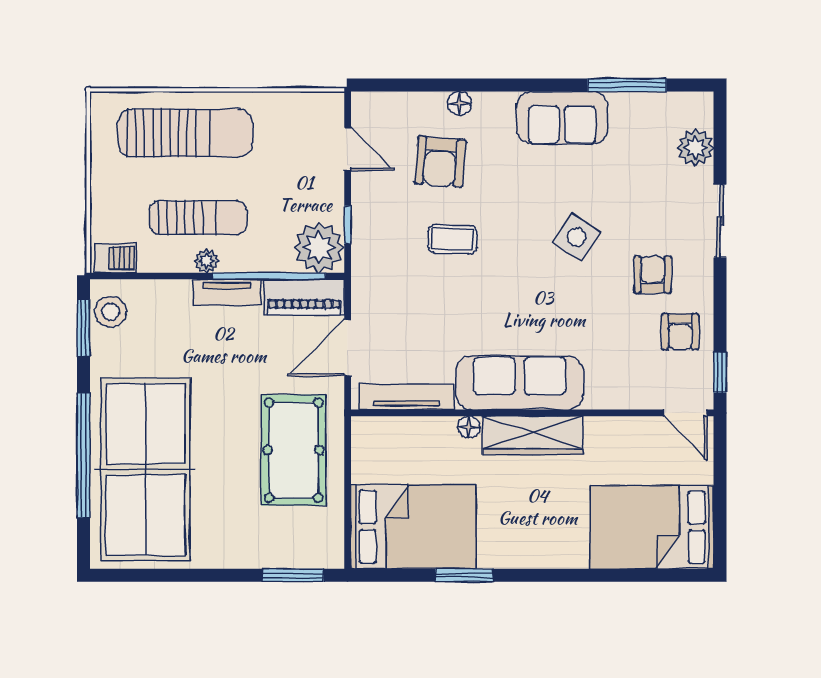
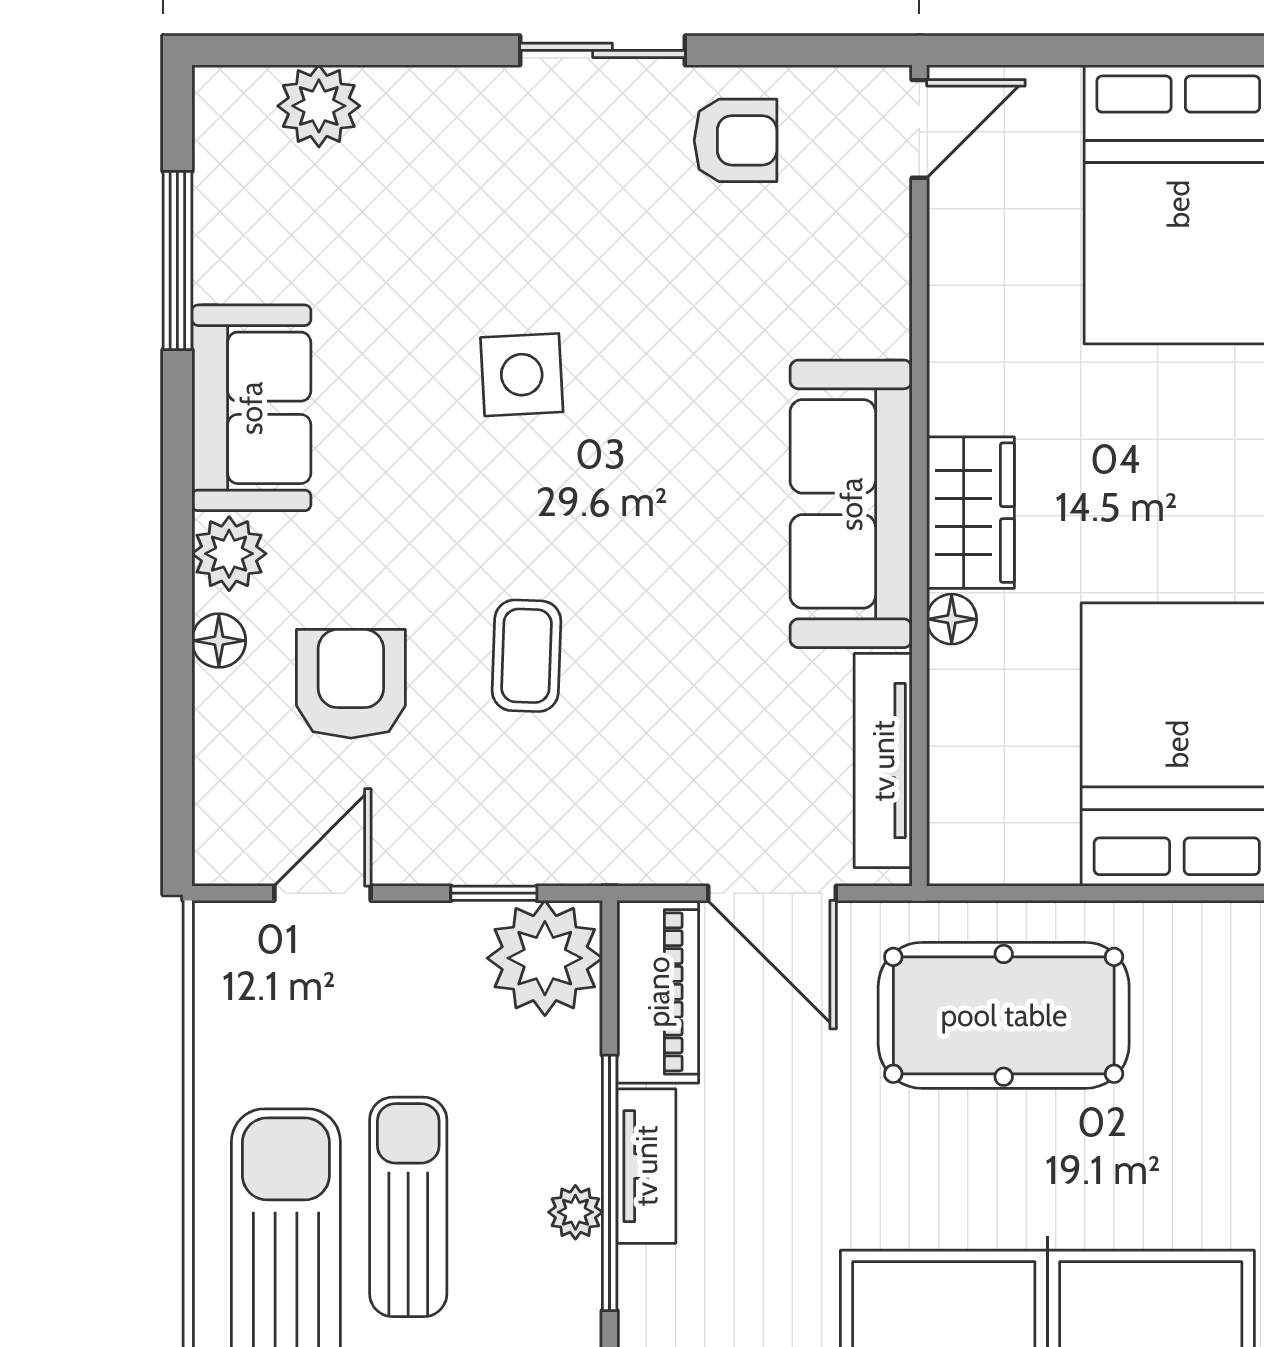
plant: (498, 108) -> (229, 554), added
armchair: (440, 162) -> (351, 684), turned -95
sun lounger: (198, 218) -> (408, 1207), moved
sliding door: (720, 221) -> (602, 50), moved
side table: (577, 237) -> (522, 375), turned -38
armchair: (653, 275) -> (606, 203), removed
window: (269, 276) -> (610, 1183), moved
window: (720, 372) -> (828, 50), removed
wardrobe: (532, 435) -> (971, 513), width x0.67

